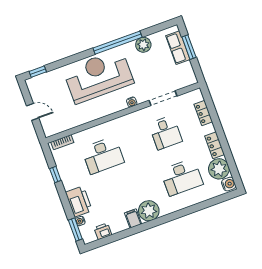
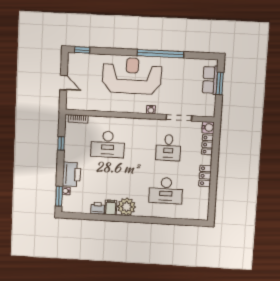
plant: (143, 45) -> (182, 65), removed
plant: (219, 169) -> (200, 197), removed
water cooler: (229, 184) -> (208, 127), moved
printer: (103, 231) -> (98, 208), moved

